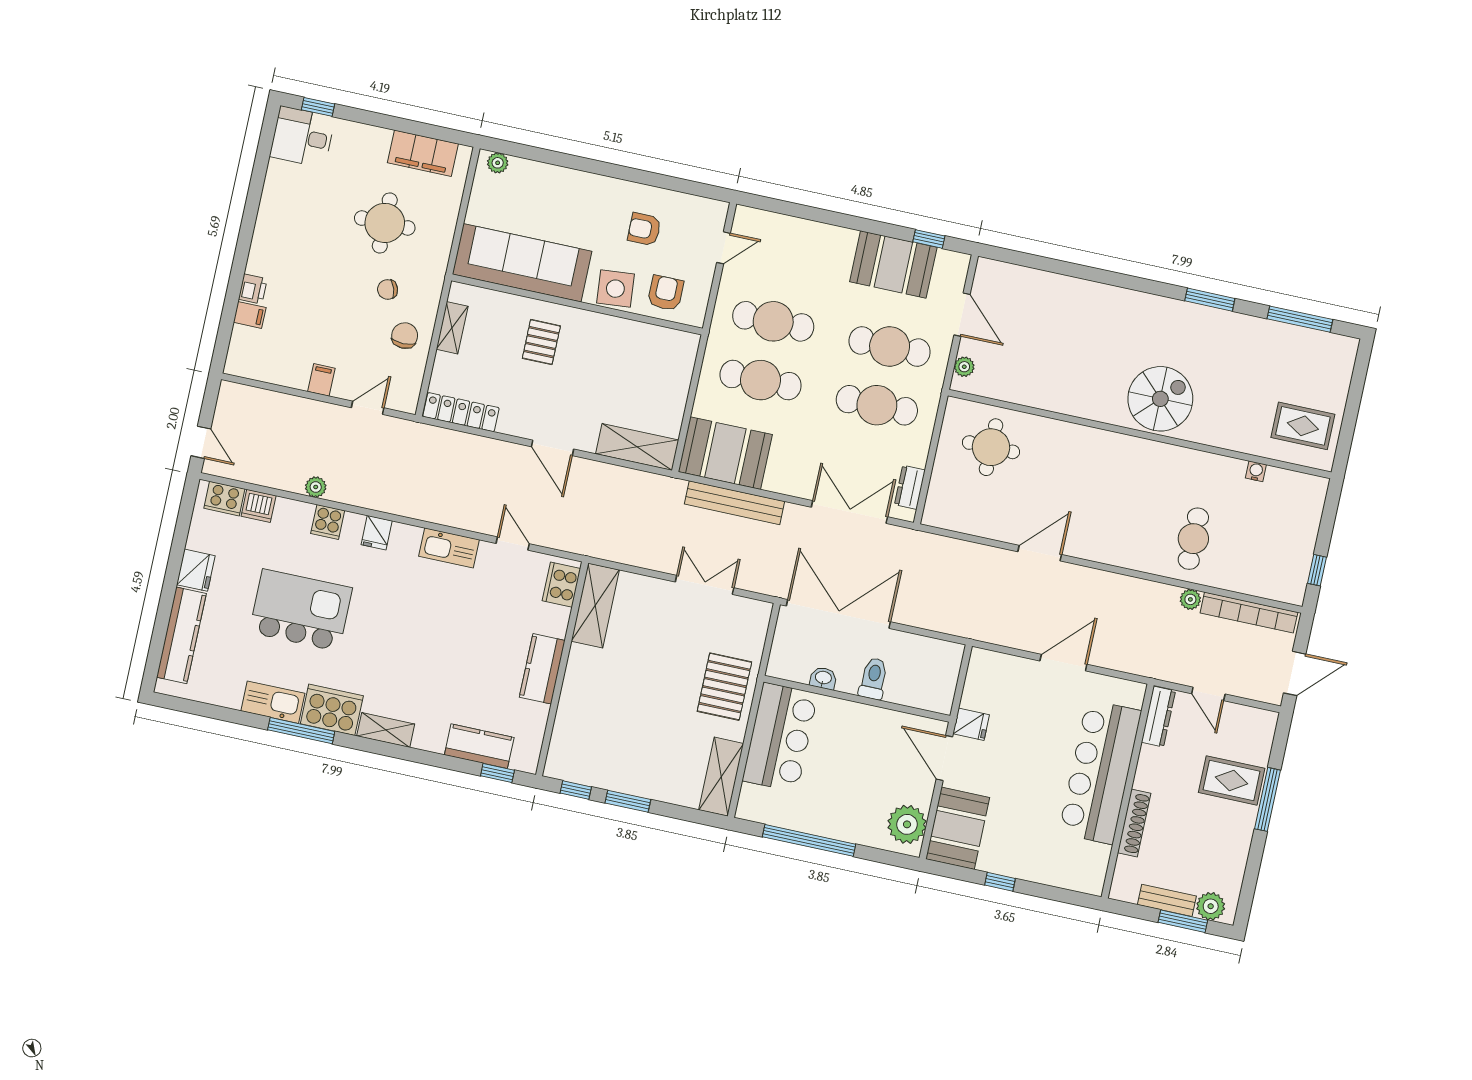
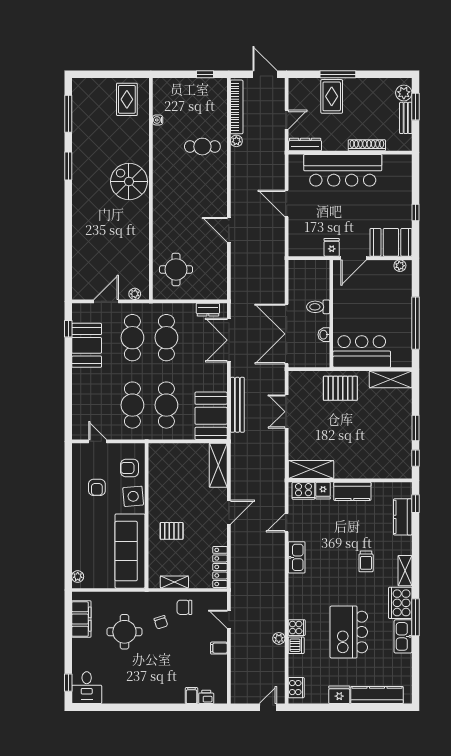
printer: (253, 289) -> (206, 697), moved
dishwasher: (259, 506) -> (296, 645), moved
fridge: (377, 533) -> (323, 491), moved, turned 90
trolley: (416, 666) -> (366, 561), added
plant: (907, 824) -> (400, 266), width x0.53, depth x0.53

